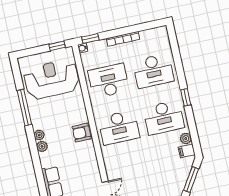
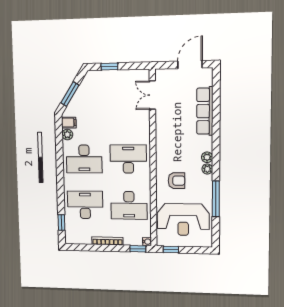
window: (186, 97) -> (61, 223), moved
desk: (164, 118) -> (84, 159), turned 180
armchair: (82, 133) -> (176, 181), moved

